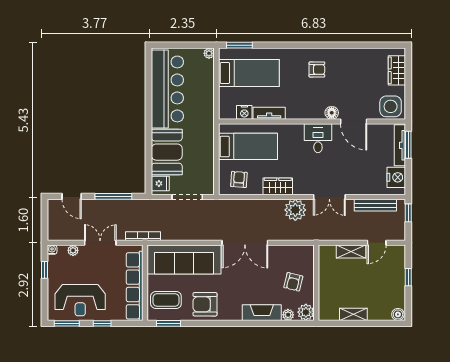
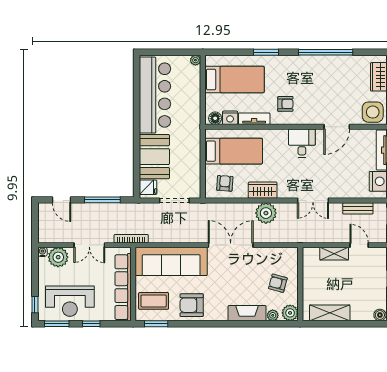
window: (239, 45) -> (266, 52), moved
window: (342, 45) -> (326, 52), added
armchair: (317, 69) -> (285, 104), moved
floor lamp: (332, 113) -> (215, 118), moved
door: (354, 121) -> (337, 127), hinge flipped
bench: (375, 205) -> (358, 208), width x0.73
plant: (295, 210) -> (266, 213), moved
double door: (100, 243) -> (89, 245), swing flipped
double door: (245, 243) -> (231, 245), swing flipped
door: (377, 243) -> (359, 245), swing flipped
plant: (73, 250) -> (58, 257), width x1.87, depth x1.87
window: (44, 270) -> (35, 305), moved
armchair: (293, 282) -> (278, 283), turned 91
shelving: (353, 314) -> (330, 313), width x1.50, depth x1.33

